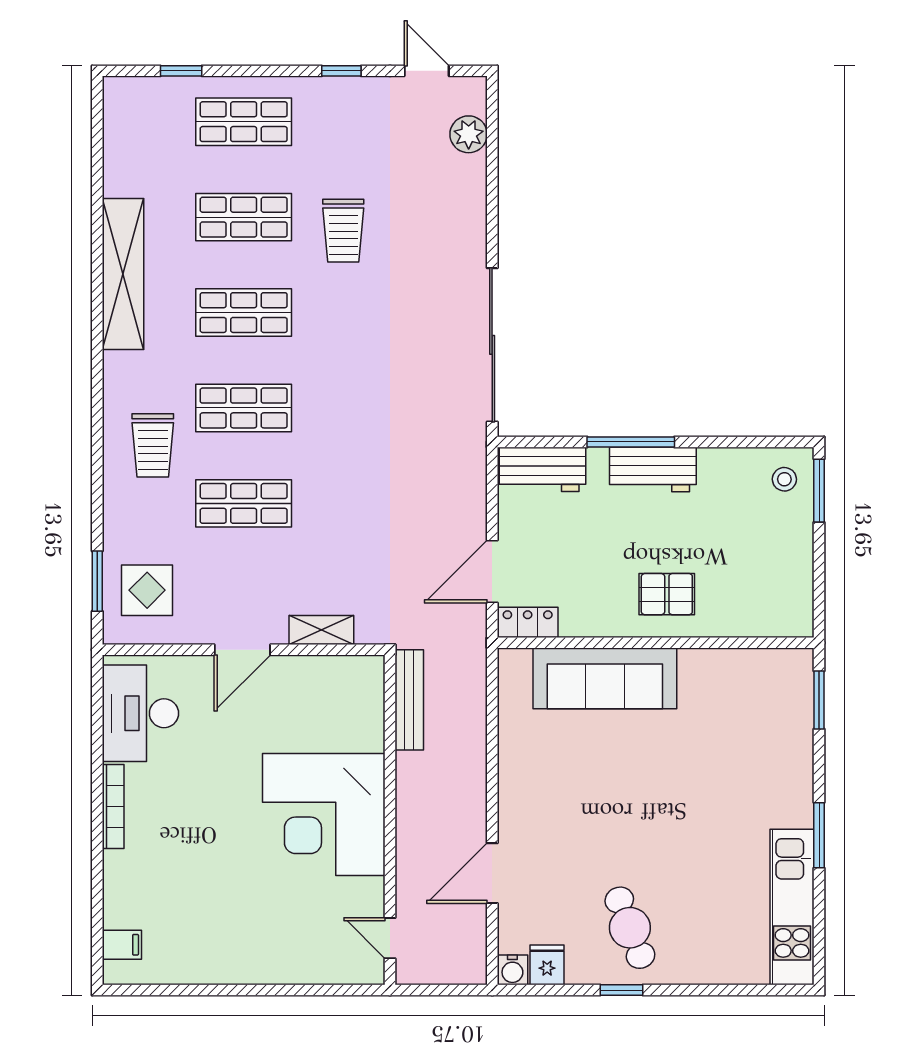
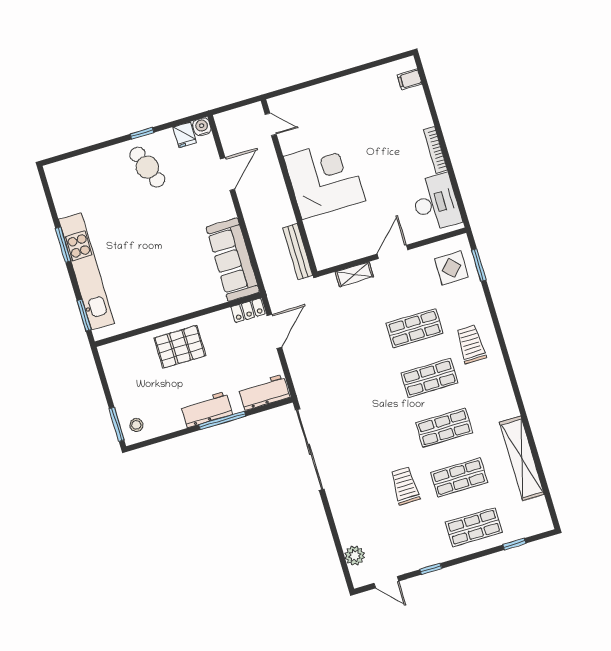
shelving: (123, 274) -> (522, 458), moved
pallet: (667, 594) -> (180, 347), width x1.50, depth x1.42
sofa: (605, 678) -> (233, 260), moved, turned -90
kitchen unit: (792, 907) -> (86, 271), moved, width x1.36

